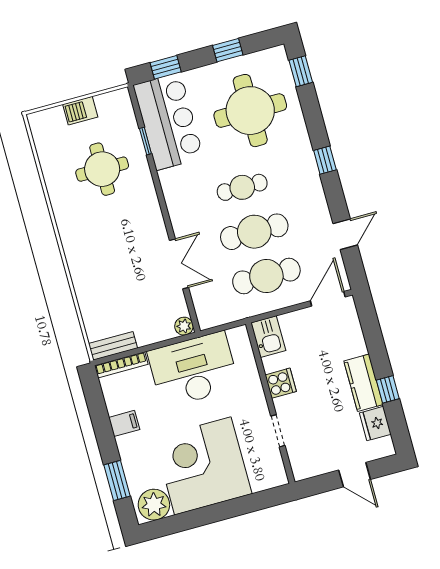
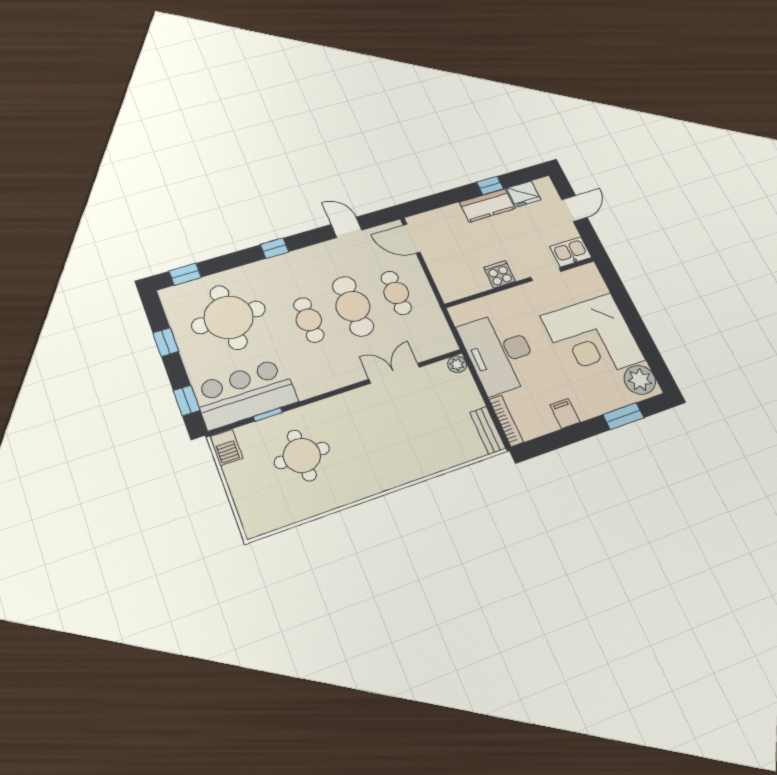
barbecue: (80, 111) -> (226, 447), moved
cafe table: (266, 276) -> (396, 293), width x0.73, depth x0.74
kitchen sink: (268, 337) -> (571, 252), moved

